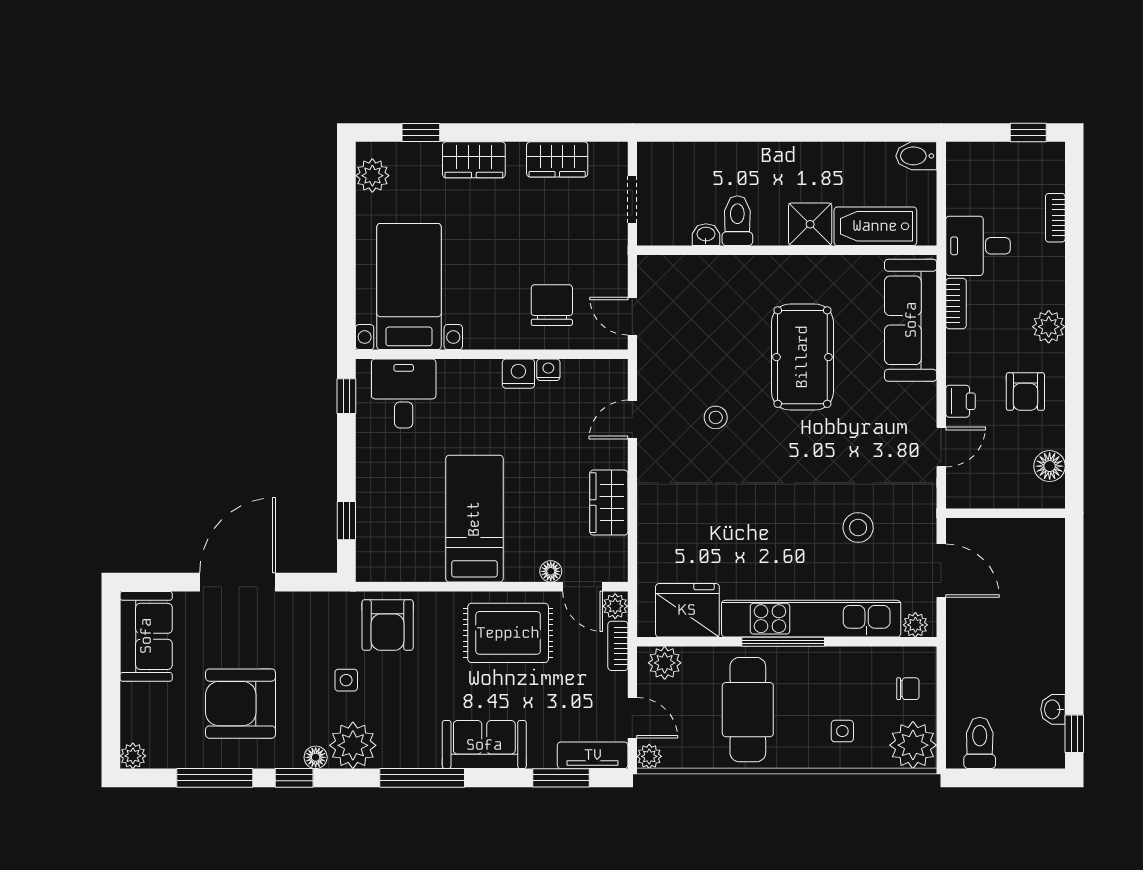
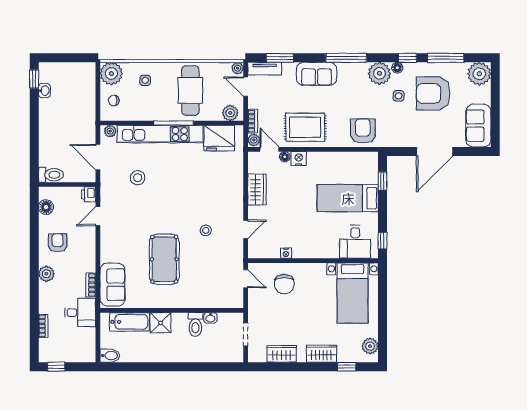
sofa: (911, 320) -> (112, 285), width x0.73
nightstand: (518, 374) -> (299, 159), moved, turned 180
printer: (961, 401) -> (89, 194), moved
bed: (474, 519) -> (348, 198), moved, turned 90
side table: (346, 680) -> (399, 96), moved
armchair: (241, 704) -> (433, 93), turned 180
toilet: (980, 743) -> (51, 175), moved, turned -90
plant: (133, 756) -> (479, 74), width x1.87, depth x1.87

